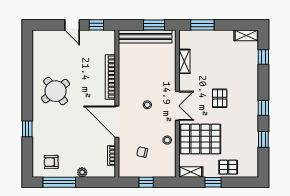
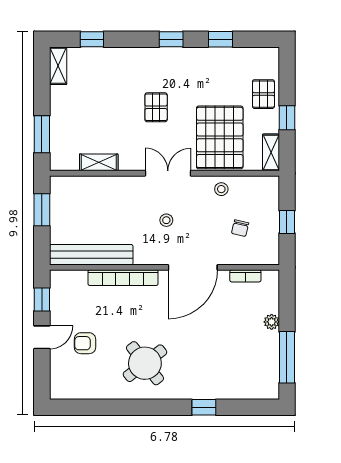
bench: (145, 36) -> (91, 255), moved, turned 90
pallet: (220, 98) -> (156, 107), turned 90
armchair: (51, 162) -> (85, 343), moved, turned 91

